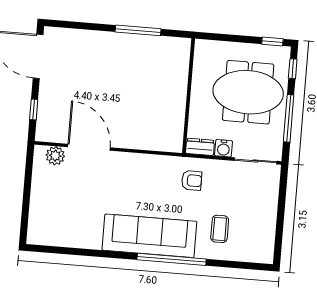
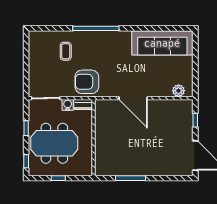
window: (272, 41) -> (58, 178), moved
window: (289, 118) -> (26, 128), width x0.46
door: (89, 147) -> (133, 98), moved
armchair: (192, 180) -> (87, 82), width x1.88, depth x1.88
sofa: (149, 236) -> (162, 43), moved

